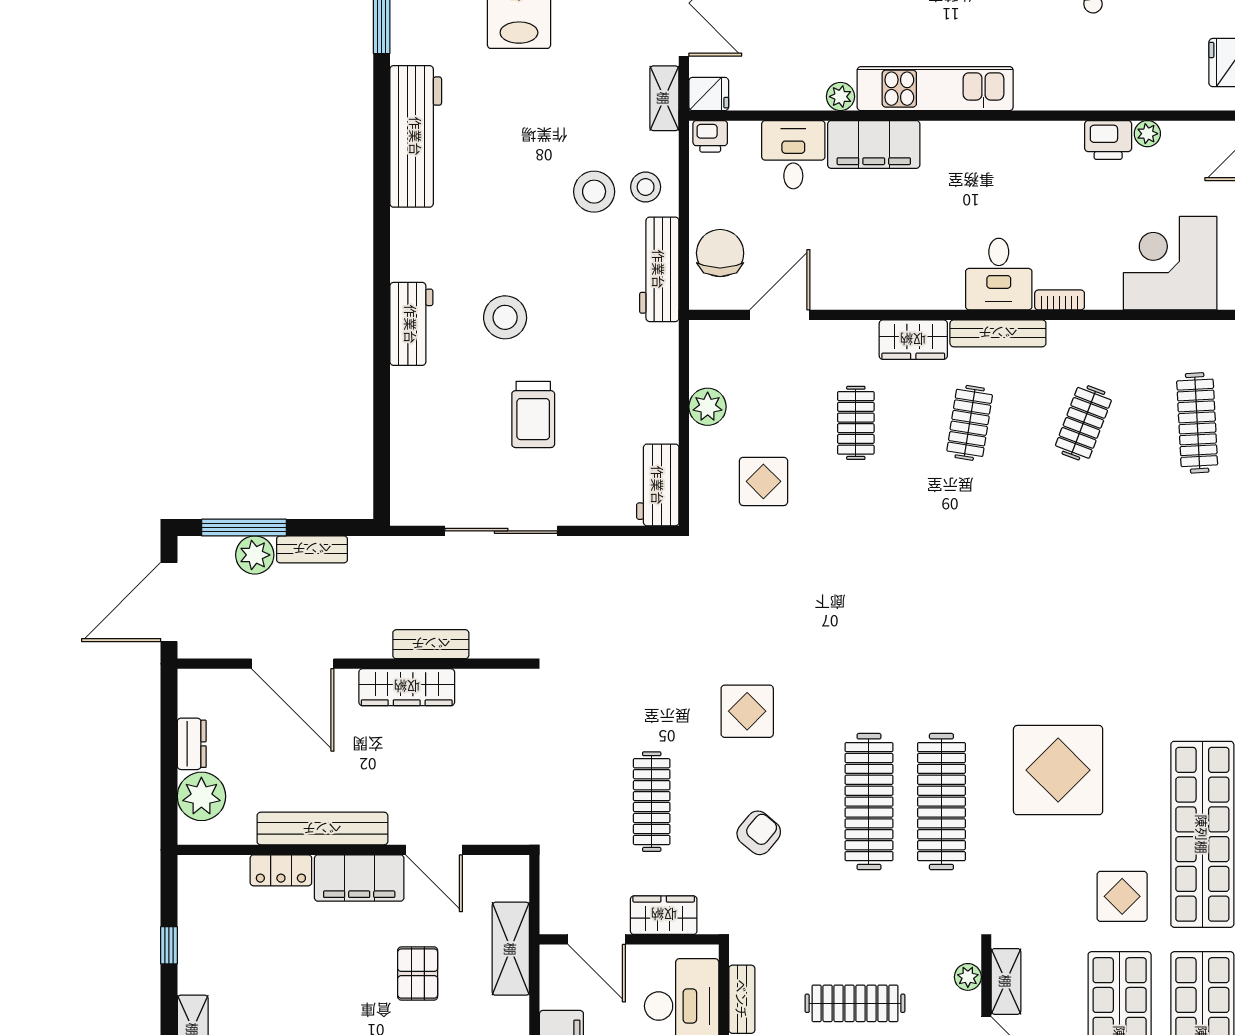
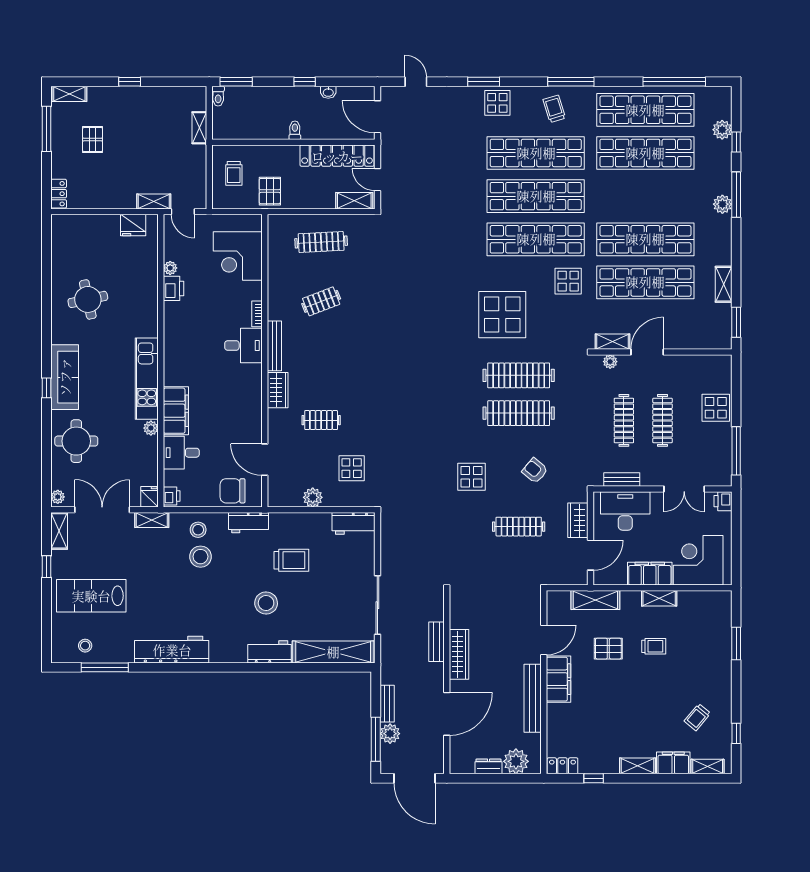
workbench: (659, 269) -> (248, 523), width x0.73
trolley: (533, 414) -> (291, 560), moved
clothes rail: (970, 423) -> (321, 361), removed
clothes rail: (1083, 423) -> (321, 301), turned -42
shelving: (411, 446) -> (333, 652), added
locker: (281, 870) -> (562, 766), moved, turned -90

